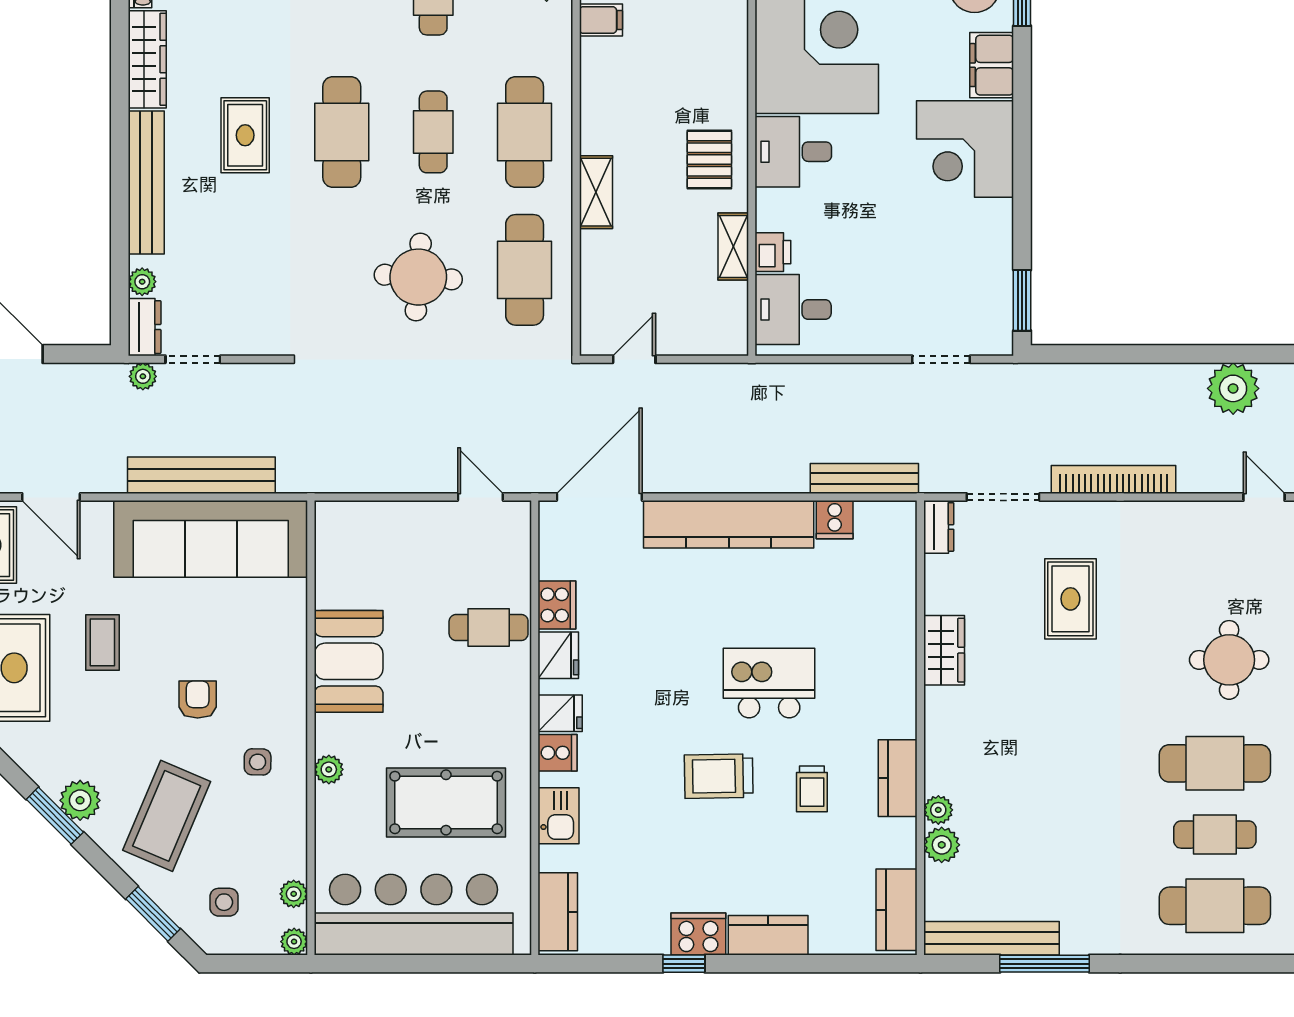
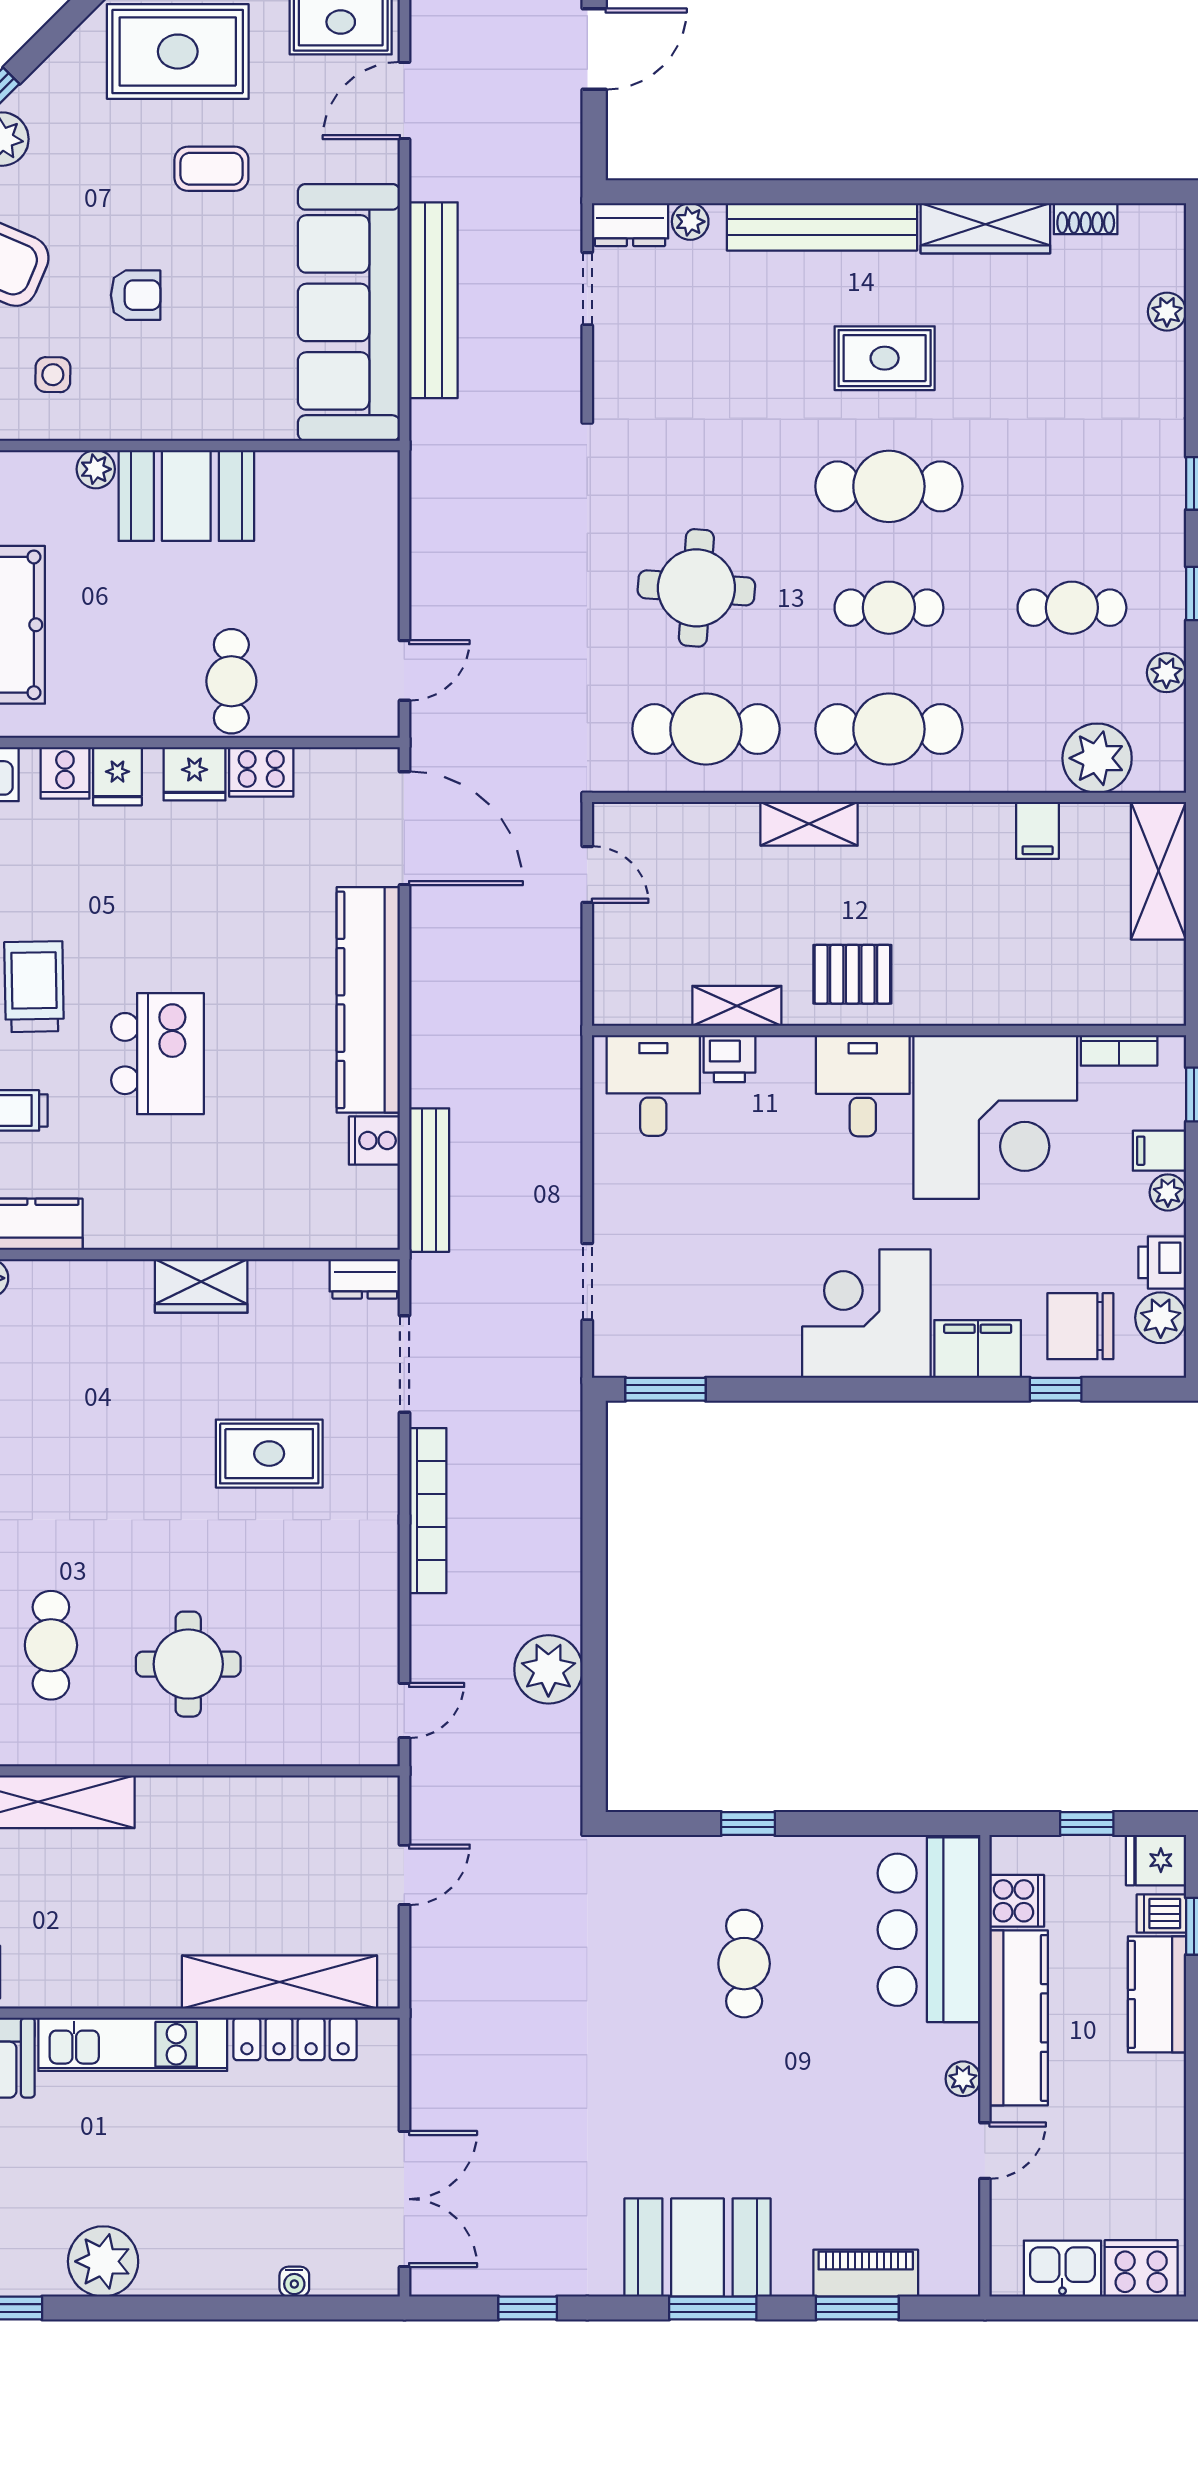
plant: (143, 376) -> (565, 222), removed
cafe table: (1215, 763) -> (51, 1645), width x0.73, depth x0.74
plant: (329, 769) -> (96, 469), moved

